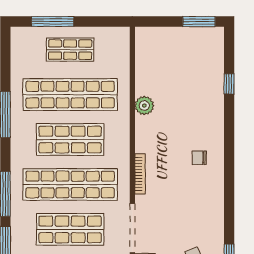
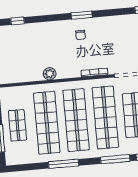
window: (229, 84) -> (17, 21), moved
shop shelf: (70, 140) -> (76, 120), width x1.40
window: (229, 162) -> (82, 15), added

